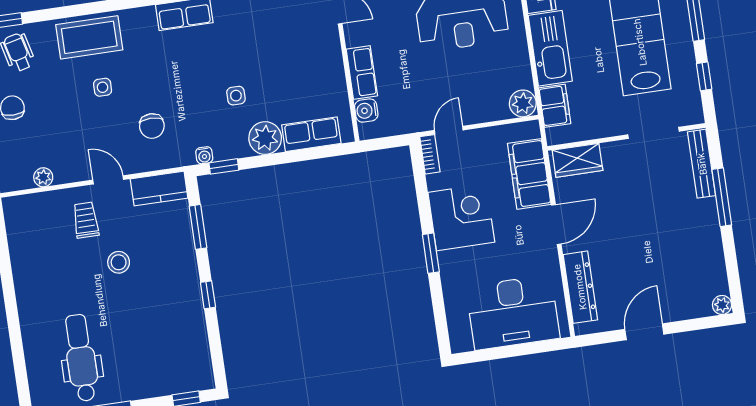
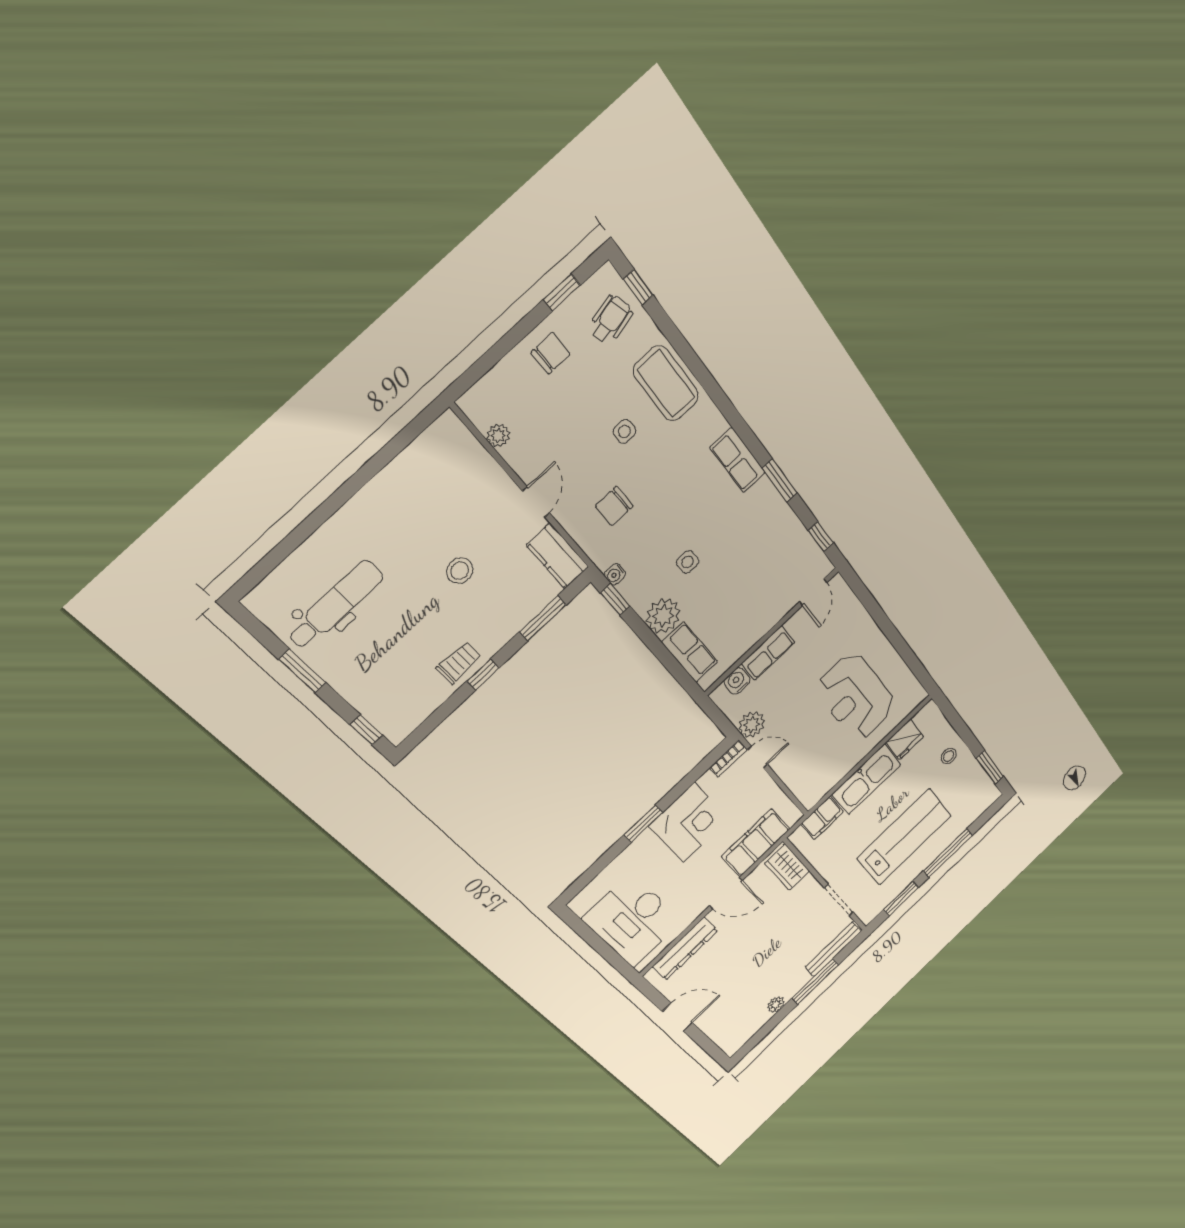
window: (704, 76) -> (901, 899), width x1.50
plant: (523, 103) -> (752, 725), moved
trolley: (86, 220) -> (459, 663), moved
plant: (722, 305) -> (776, 1005), moved

